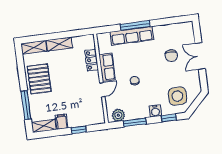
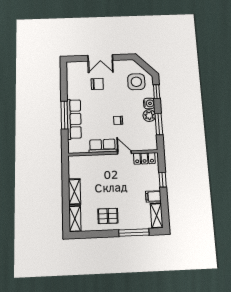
locker: (92, 60) -> (144, 158), moved
pallet: (39, 79) -> (108, 216), width x0.67, depth x0.71
plant: (118, 115) -> (149, 116), moved

